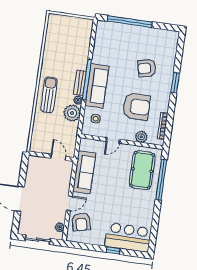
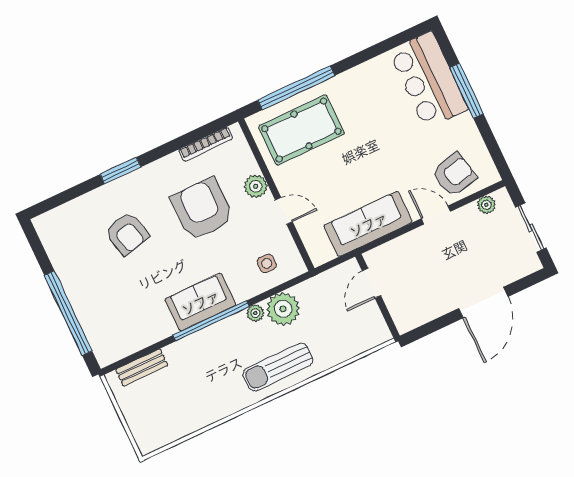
bench: (80, 83) -> (142, 367), moved
sofa: (97, 86) -> (200, 302), width x0.73
plant: (141, 137) -> (256, 186), moved
window: (113, 250) -> (466, 91), width x2.17

